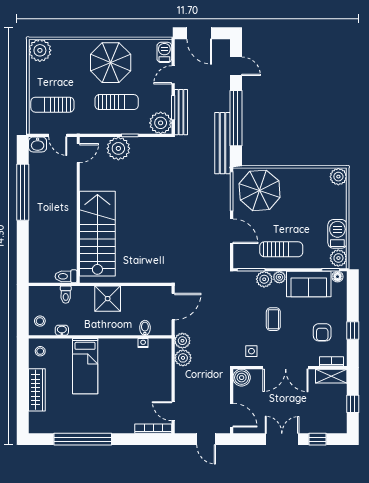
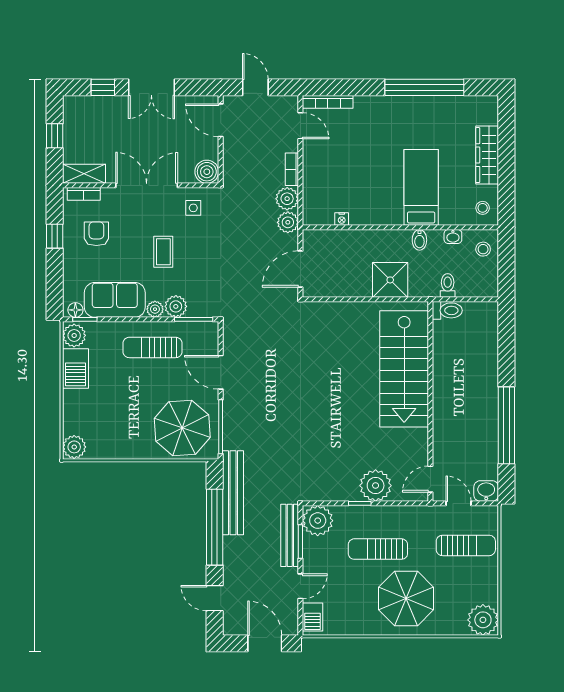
parasol: (111, 63) -> (406, 599), moved
bidet: (145, 328) -> (419, 240), moved
bookcase: (179, 379) -> (292, 169), added

